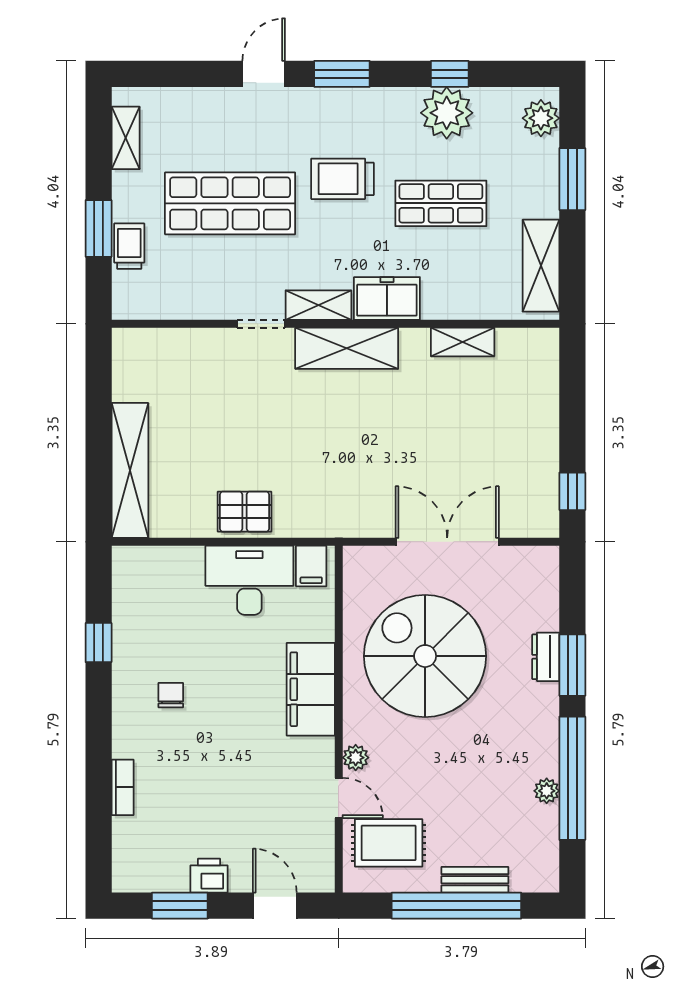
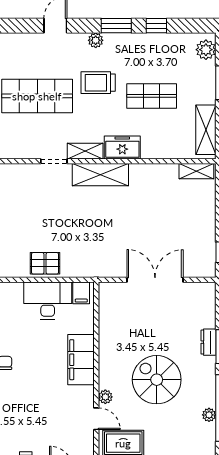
window: (342, 74) -> (116, 26), moved
plant: (447, 113) -> (96, 40), moved, width x0.53, depth x0.53
shelving: (463, 342) -> (196, 171), moved
spiral stairs: (425, 656) -> (157, 380), moved, width x0.73, depth x0.73

